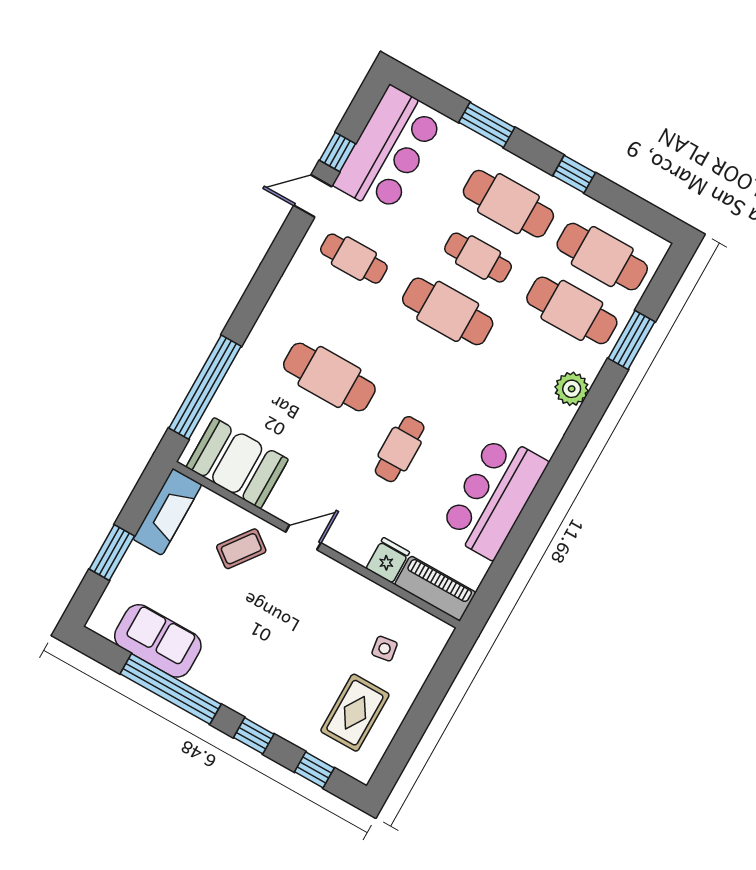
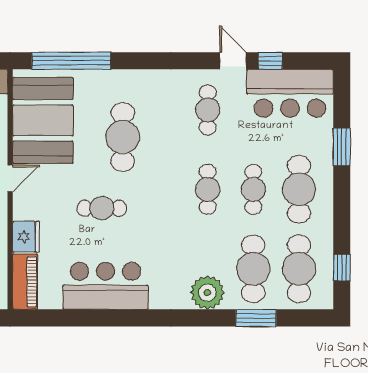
window: (574, 174) -> (342, 267), moved
cafe table: (448, 311) -> (208, 189), width x0.73, depth x0.74
plant: (572, 389) -> (207, 293), width x1.36, depth x1.36
booth: (237, 463) -> (43, 120), width x1.36, depth x1.42
door: (303, 537) -> (10, 178), hinge flipped
fridge: (388, 560) -> (26, 237), width x1.38

